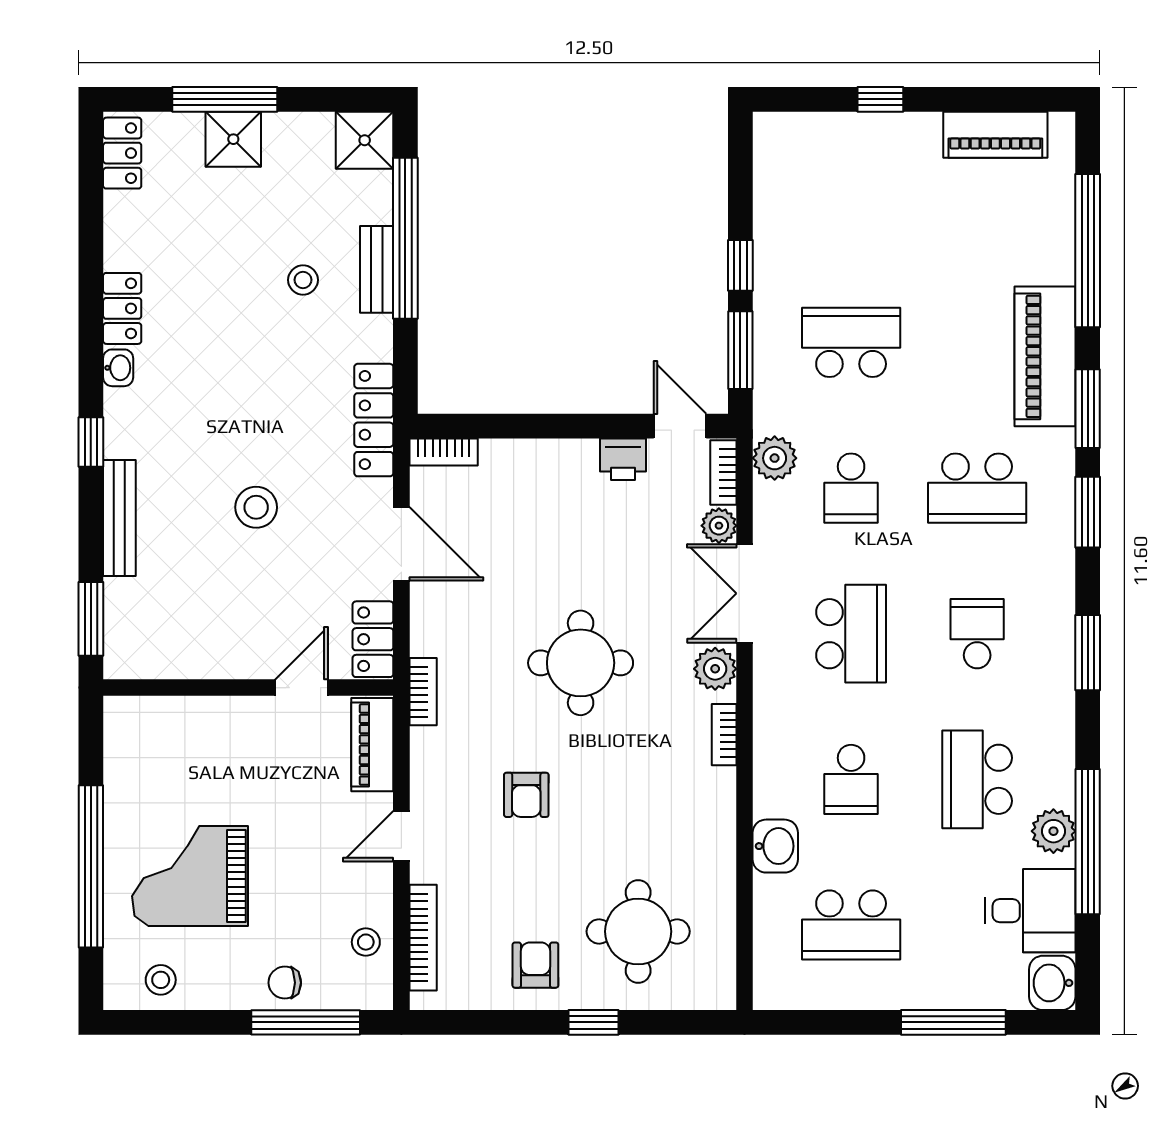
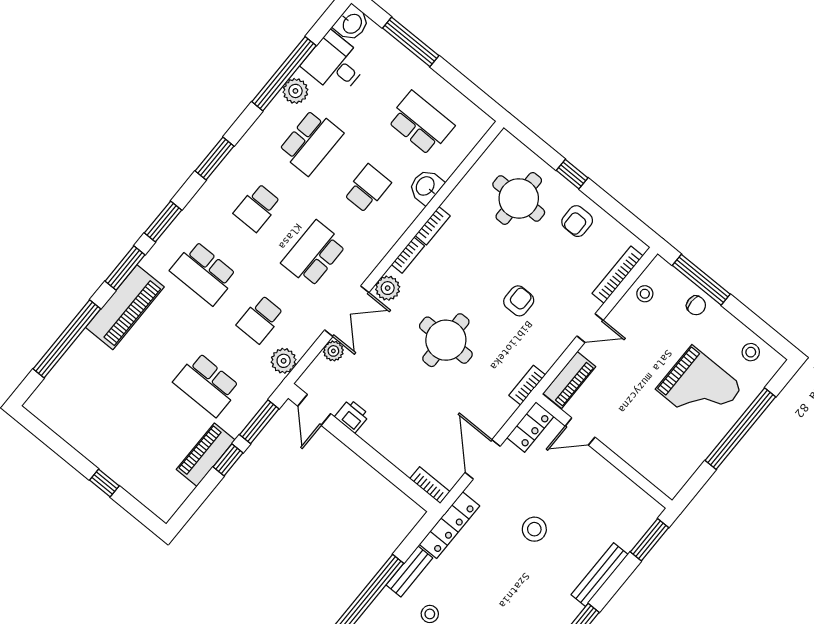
piano: (995, 135) -> (206, 455), moved, turned -90
bench: (377, 269) -> (409, 571), moved
bookcase: (723, 472) -> (433, 226), moved
school desk: (851, 488) -> (260, 319), turned 180
school desk: (977, 488) -> (204, 273), turned 180

